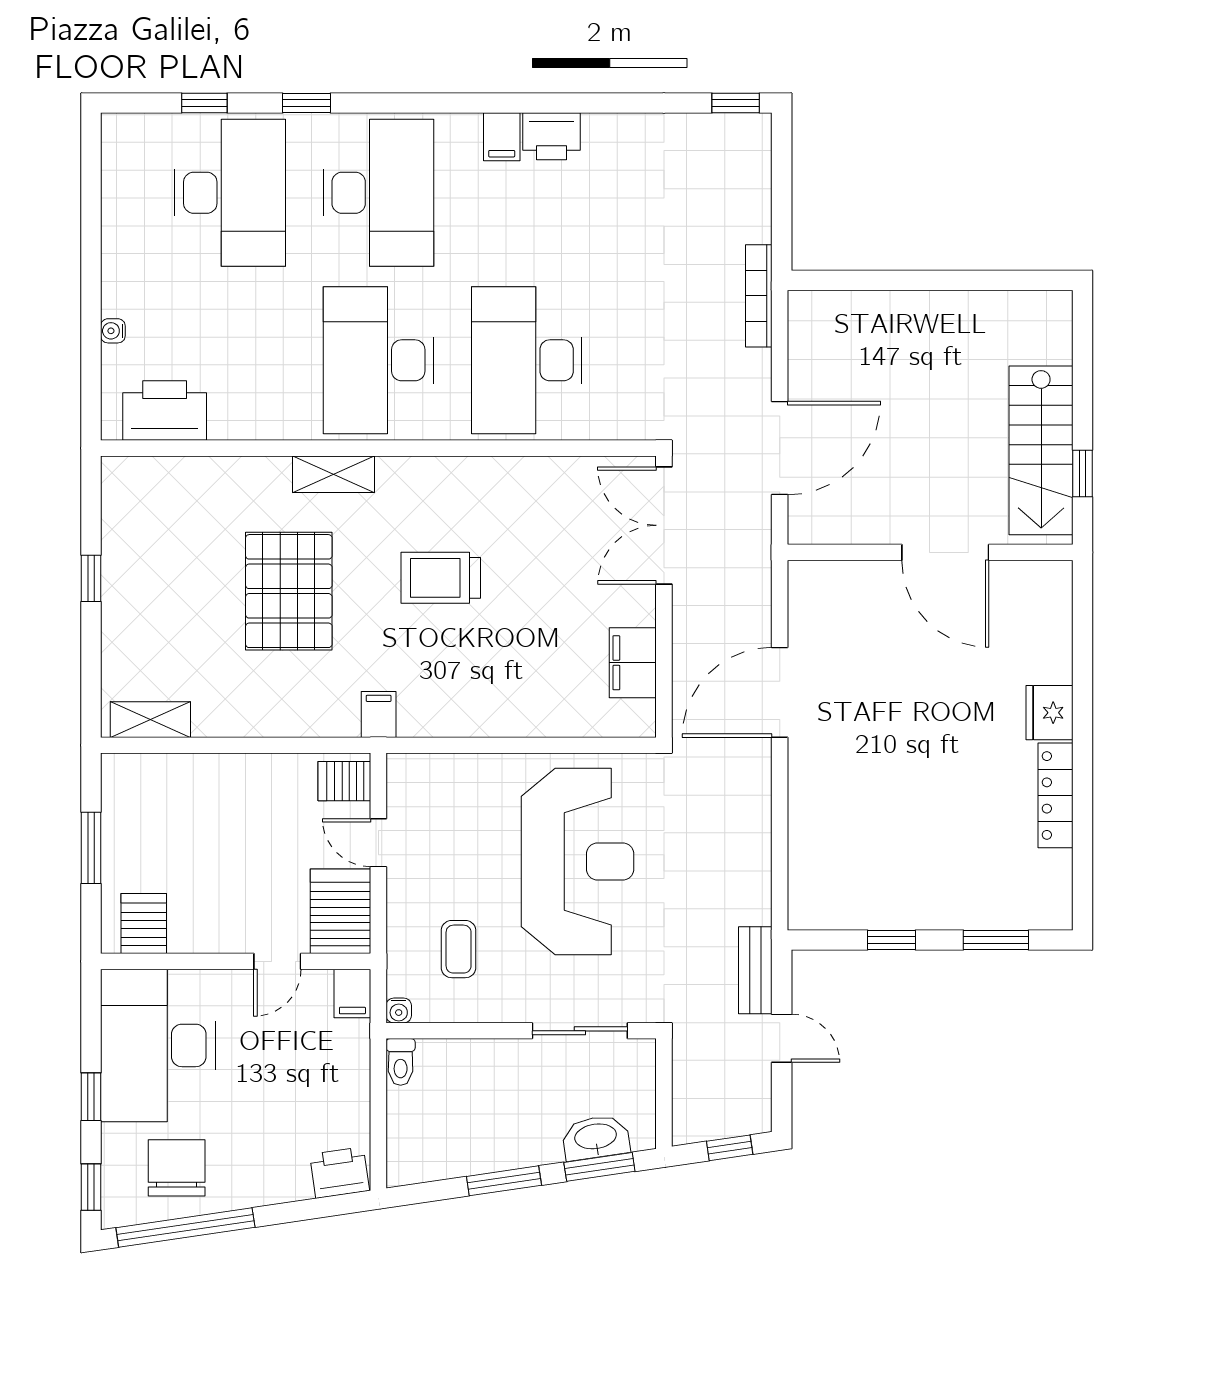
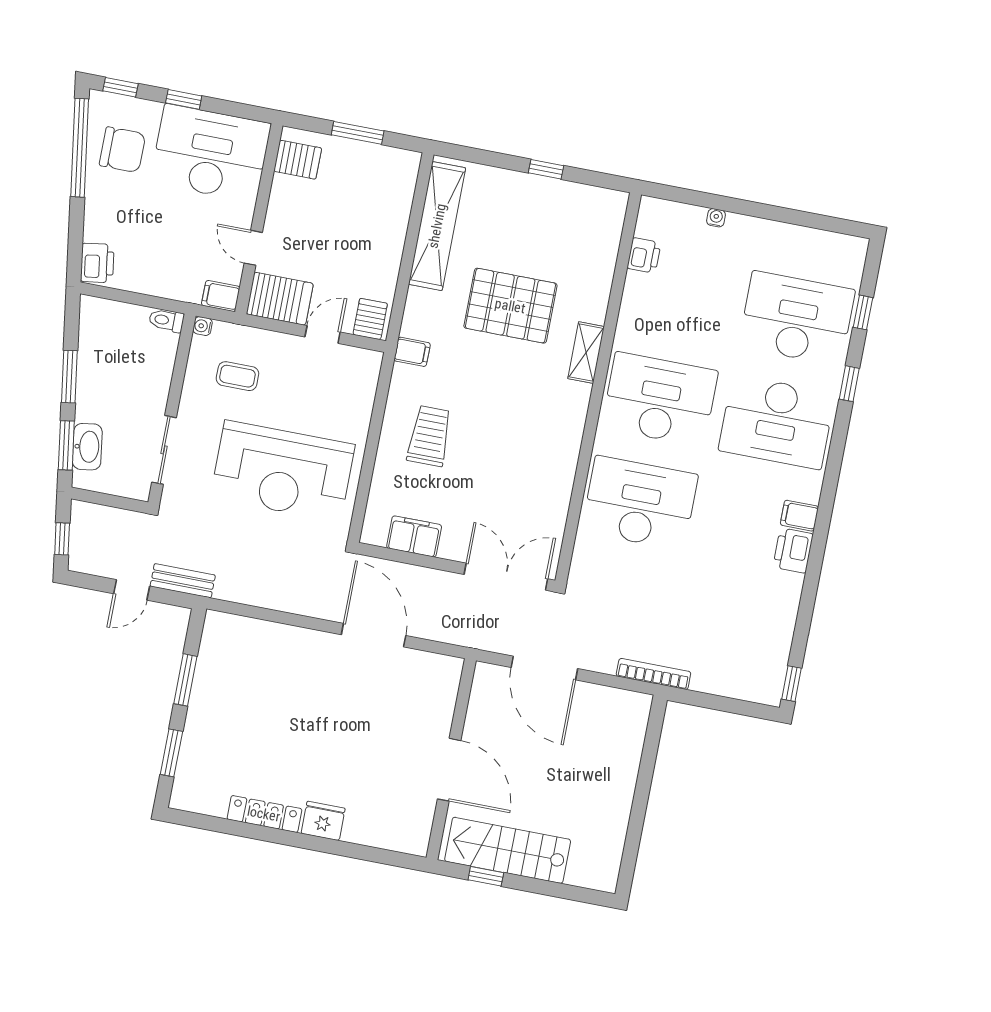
desk: (230, 193) -> (797, 318), turned 180
printer: (165, 411) -> (644, 255), width x0.53, depth x0.68
door: (945, 552) -> (449, 770), swing flipped
trolley: (441, 578) -> (429, 436), moved
shelving: (150, 720) -> (437, 226), width x2.20, depth x1.33
window: (892, 940) -> (185, 680), width x1.50

